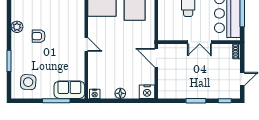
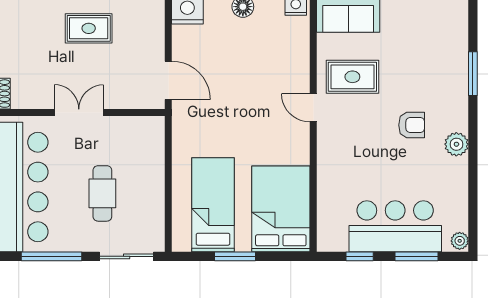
rug: (67, 59) -> (352, 77), added
side table: (28, 82) -> (433, 30), removed
rug: (195, 83) -> (89, 28), added

